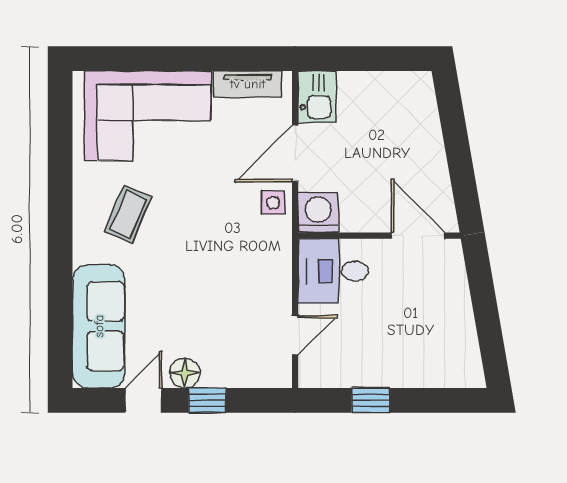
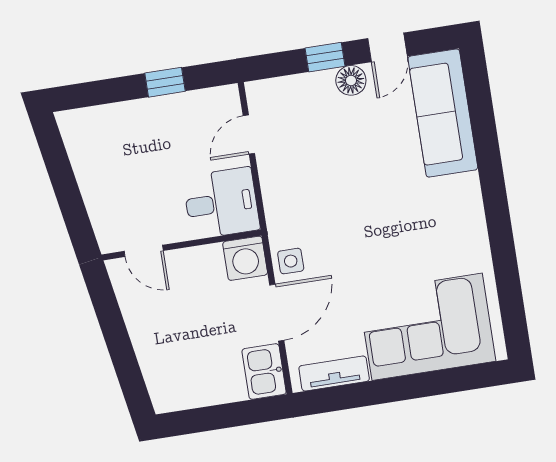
coffee table: (128, 214) -> (431, 228), removed
door: (418, 236) -> (144, 251), width x0.73

